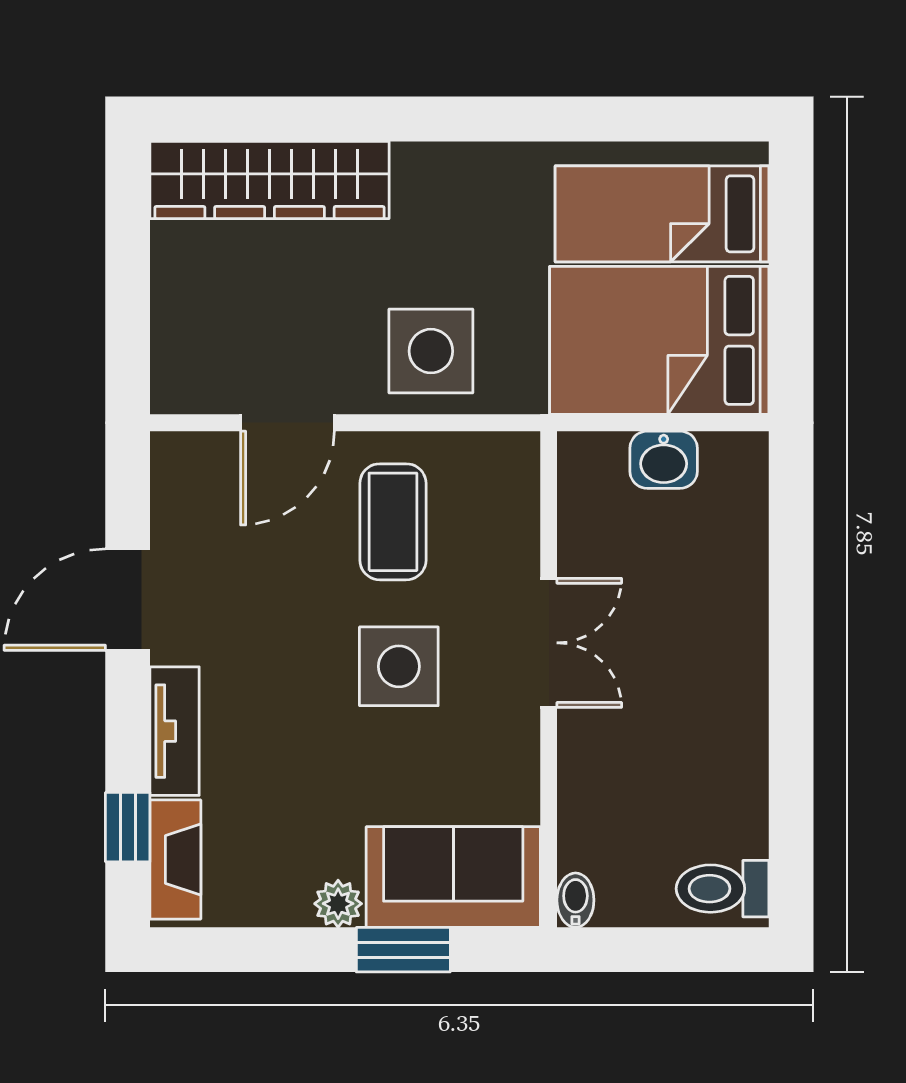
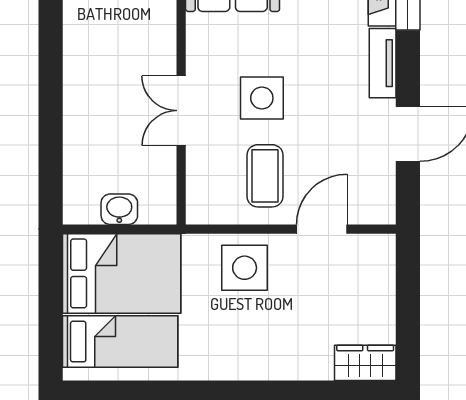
wardrobe: (270, 180) -> (365, 363), width x0.48, depth x0.85

